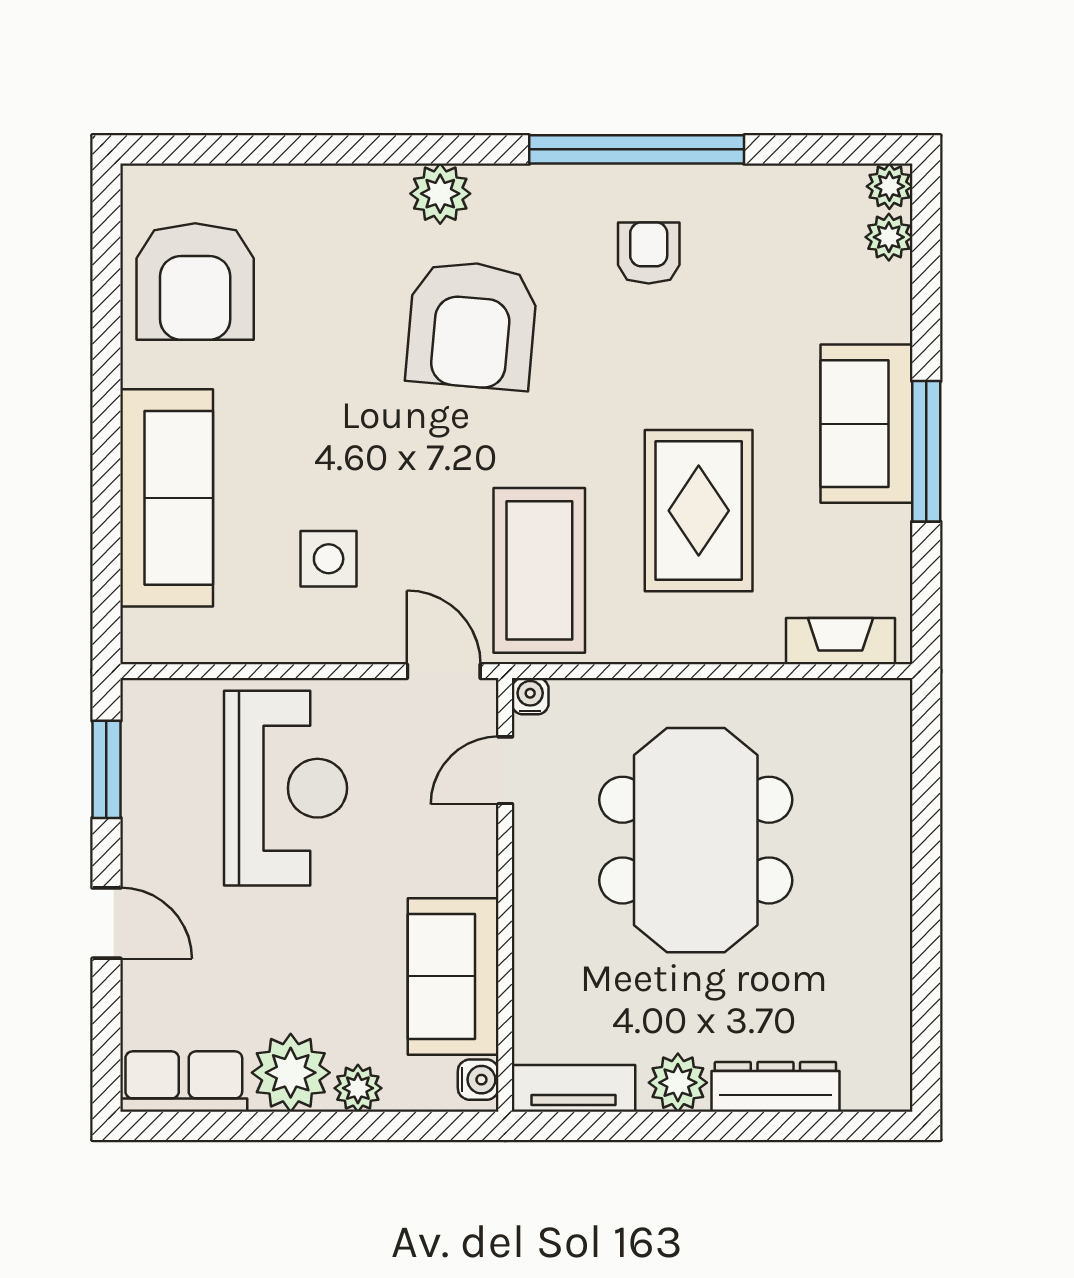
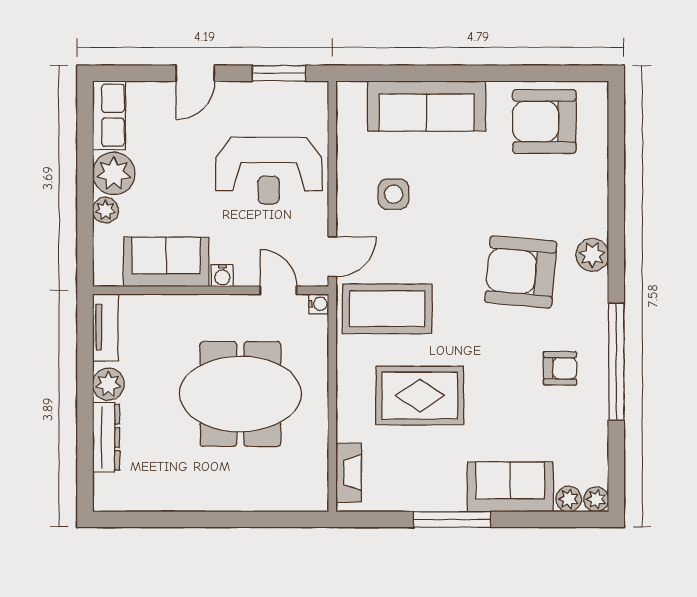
sofa: (866, 424) -> (510, 487), moved
water cooler: (478, 1080) -> (222, 276), moved

